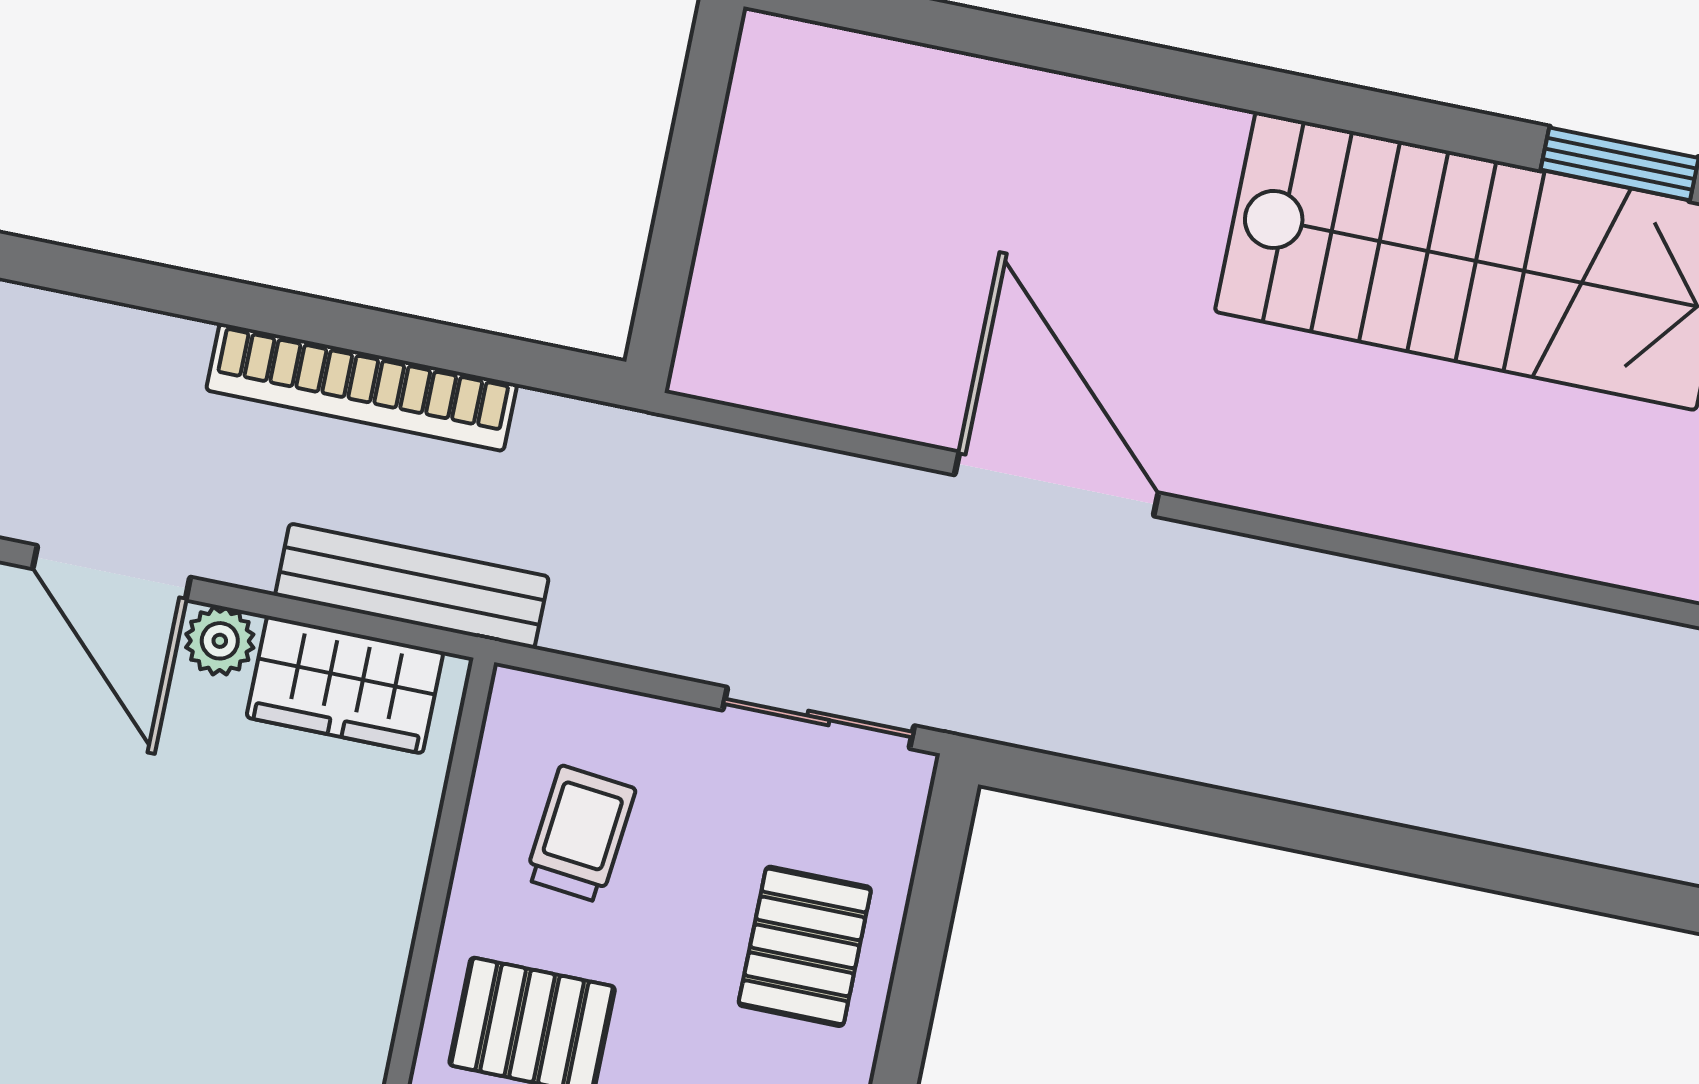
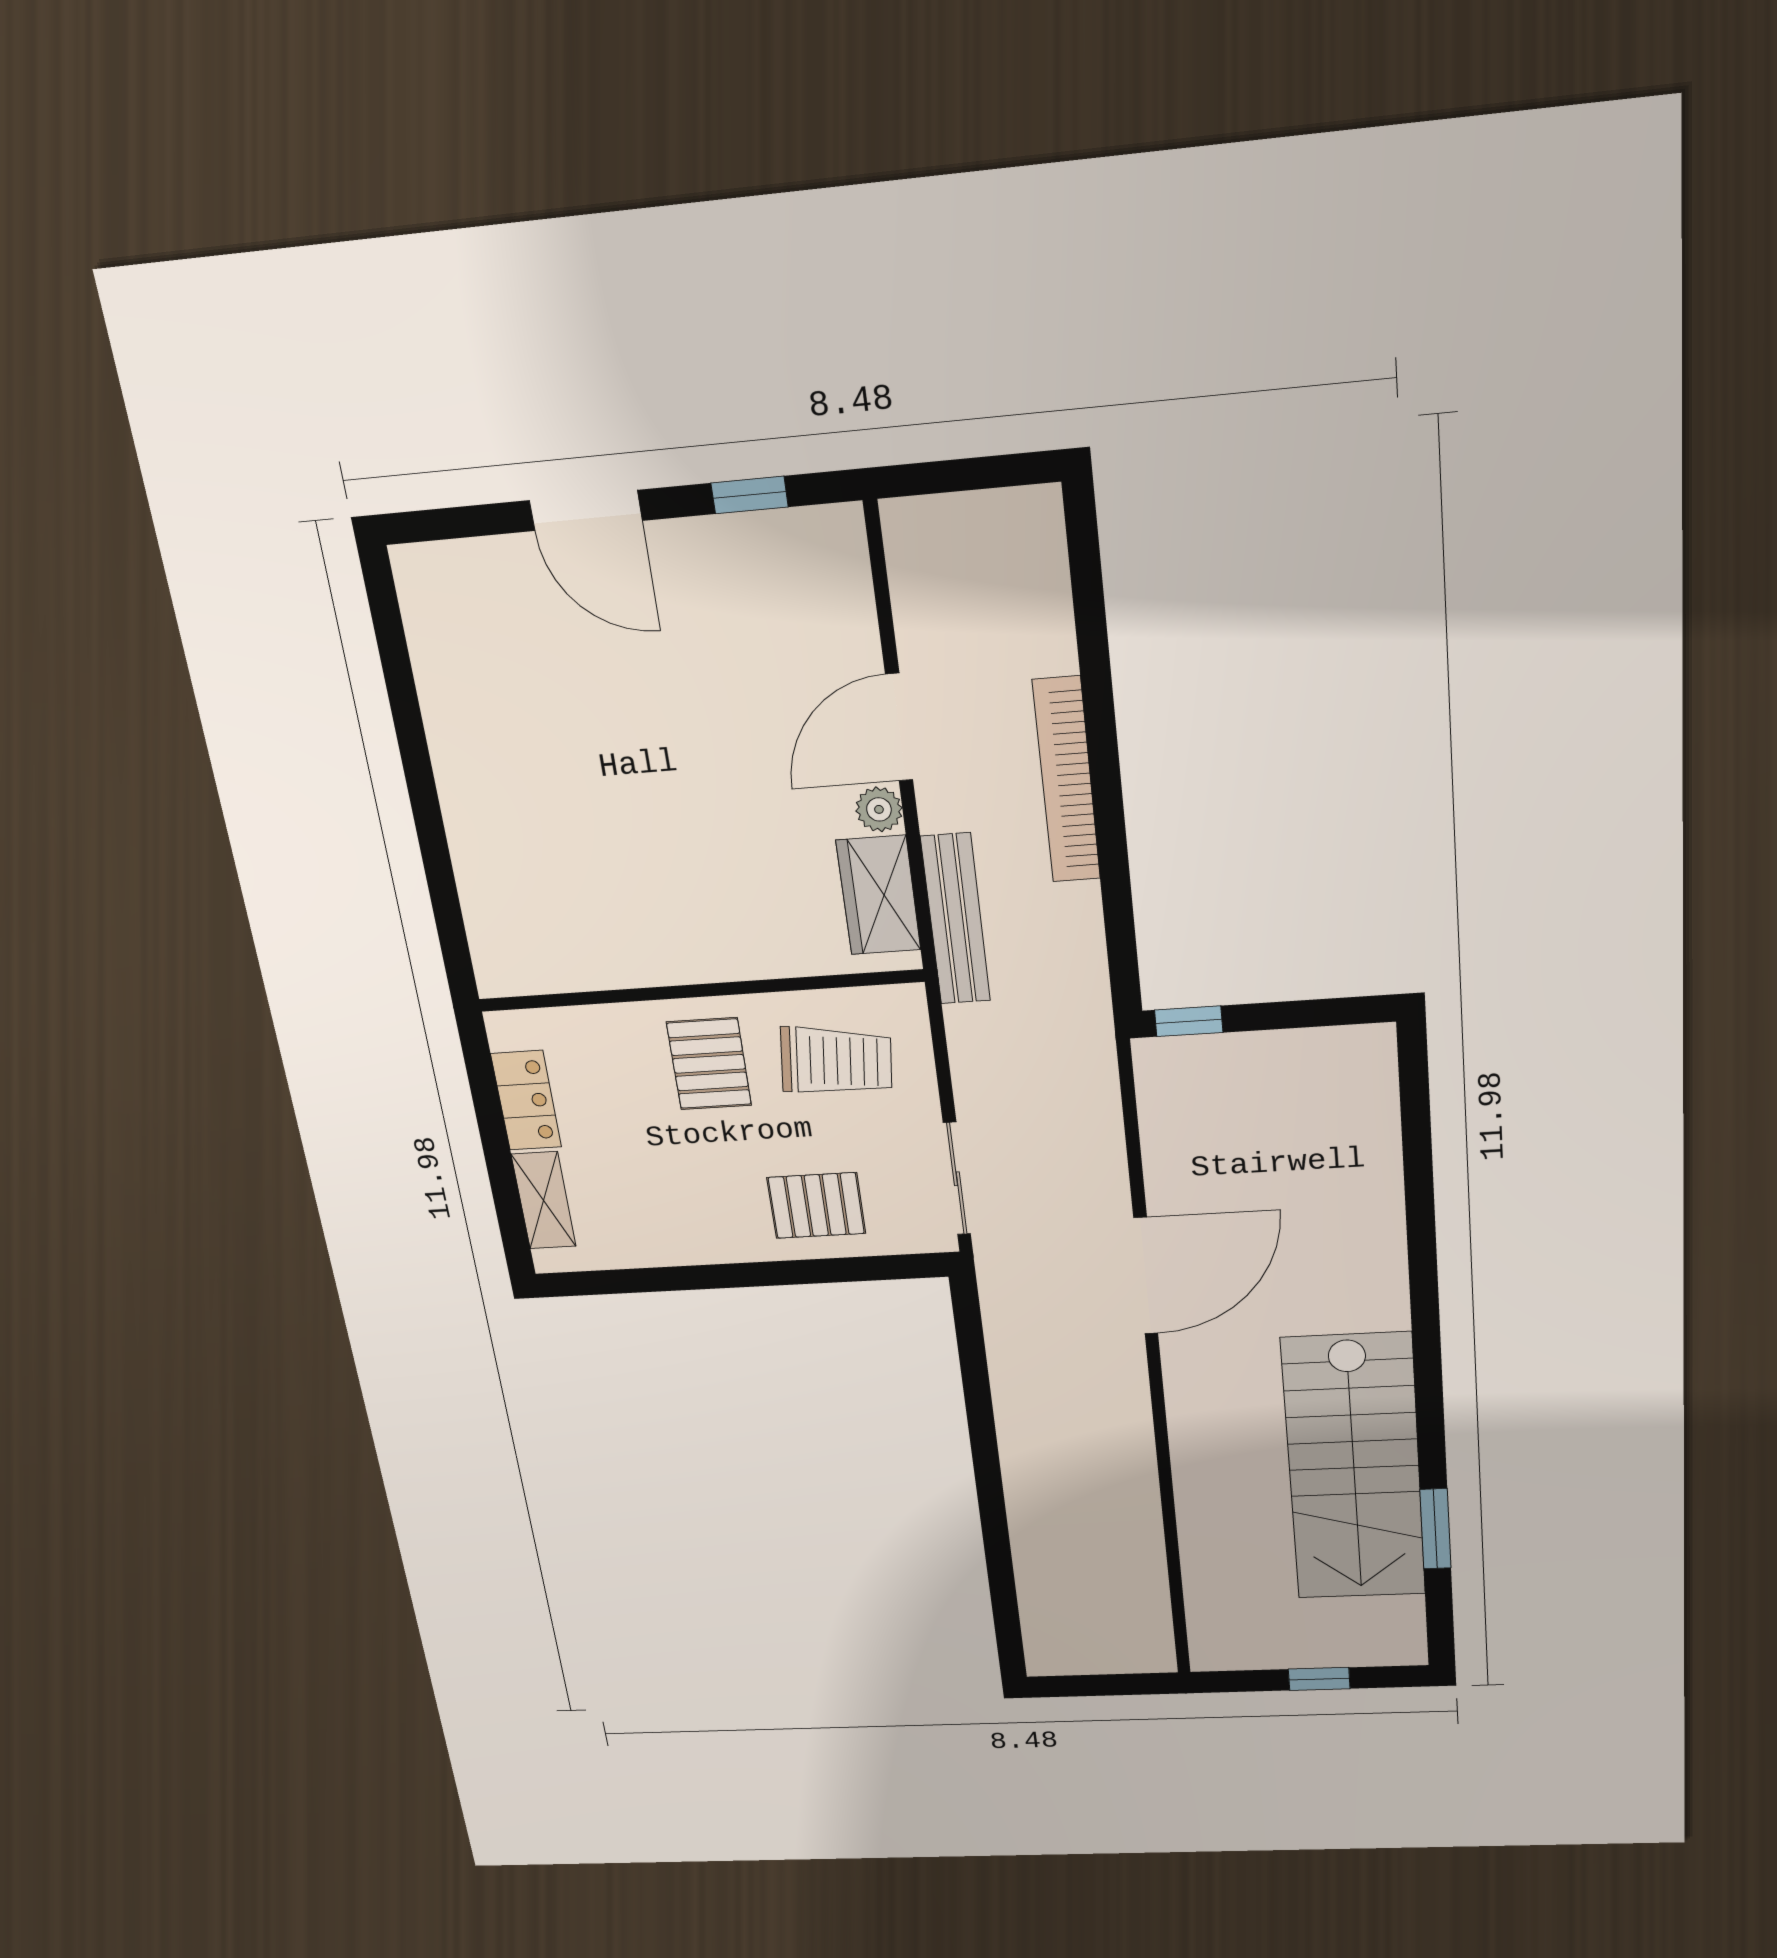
window: (661, 300) -> (1189, 1021), added
bookcase: (362, 387) -> (1067, 780), moved
trolley: (580, 834) -> (836, 1061), width x1.36, depth x1.39

